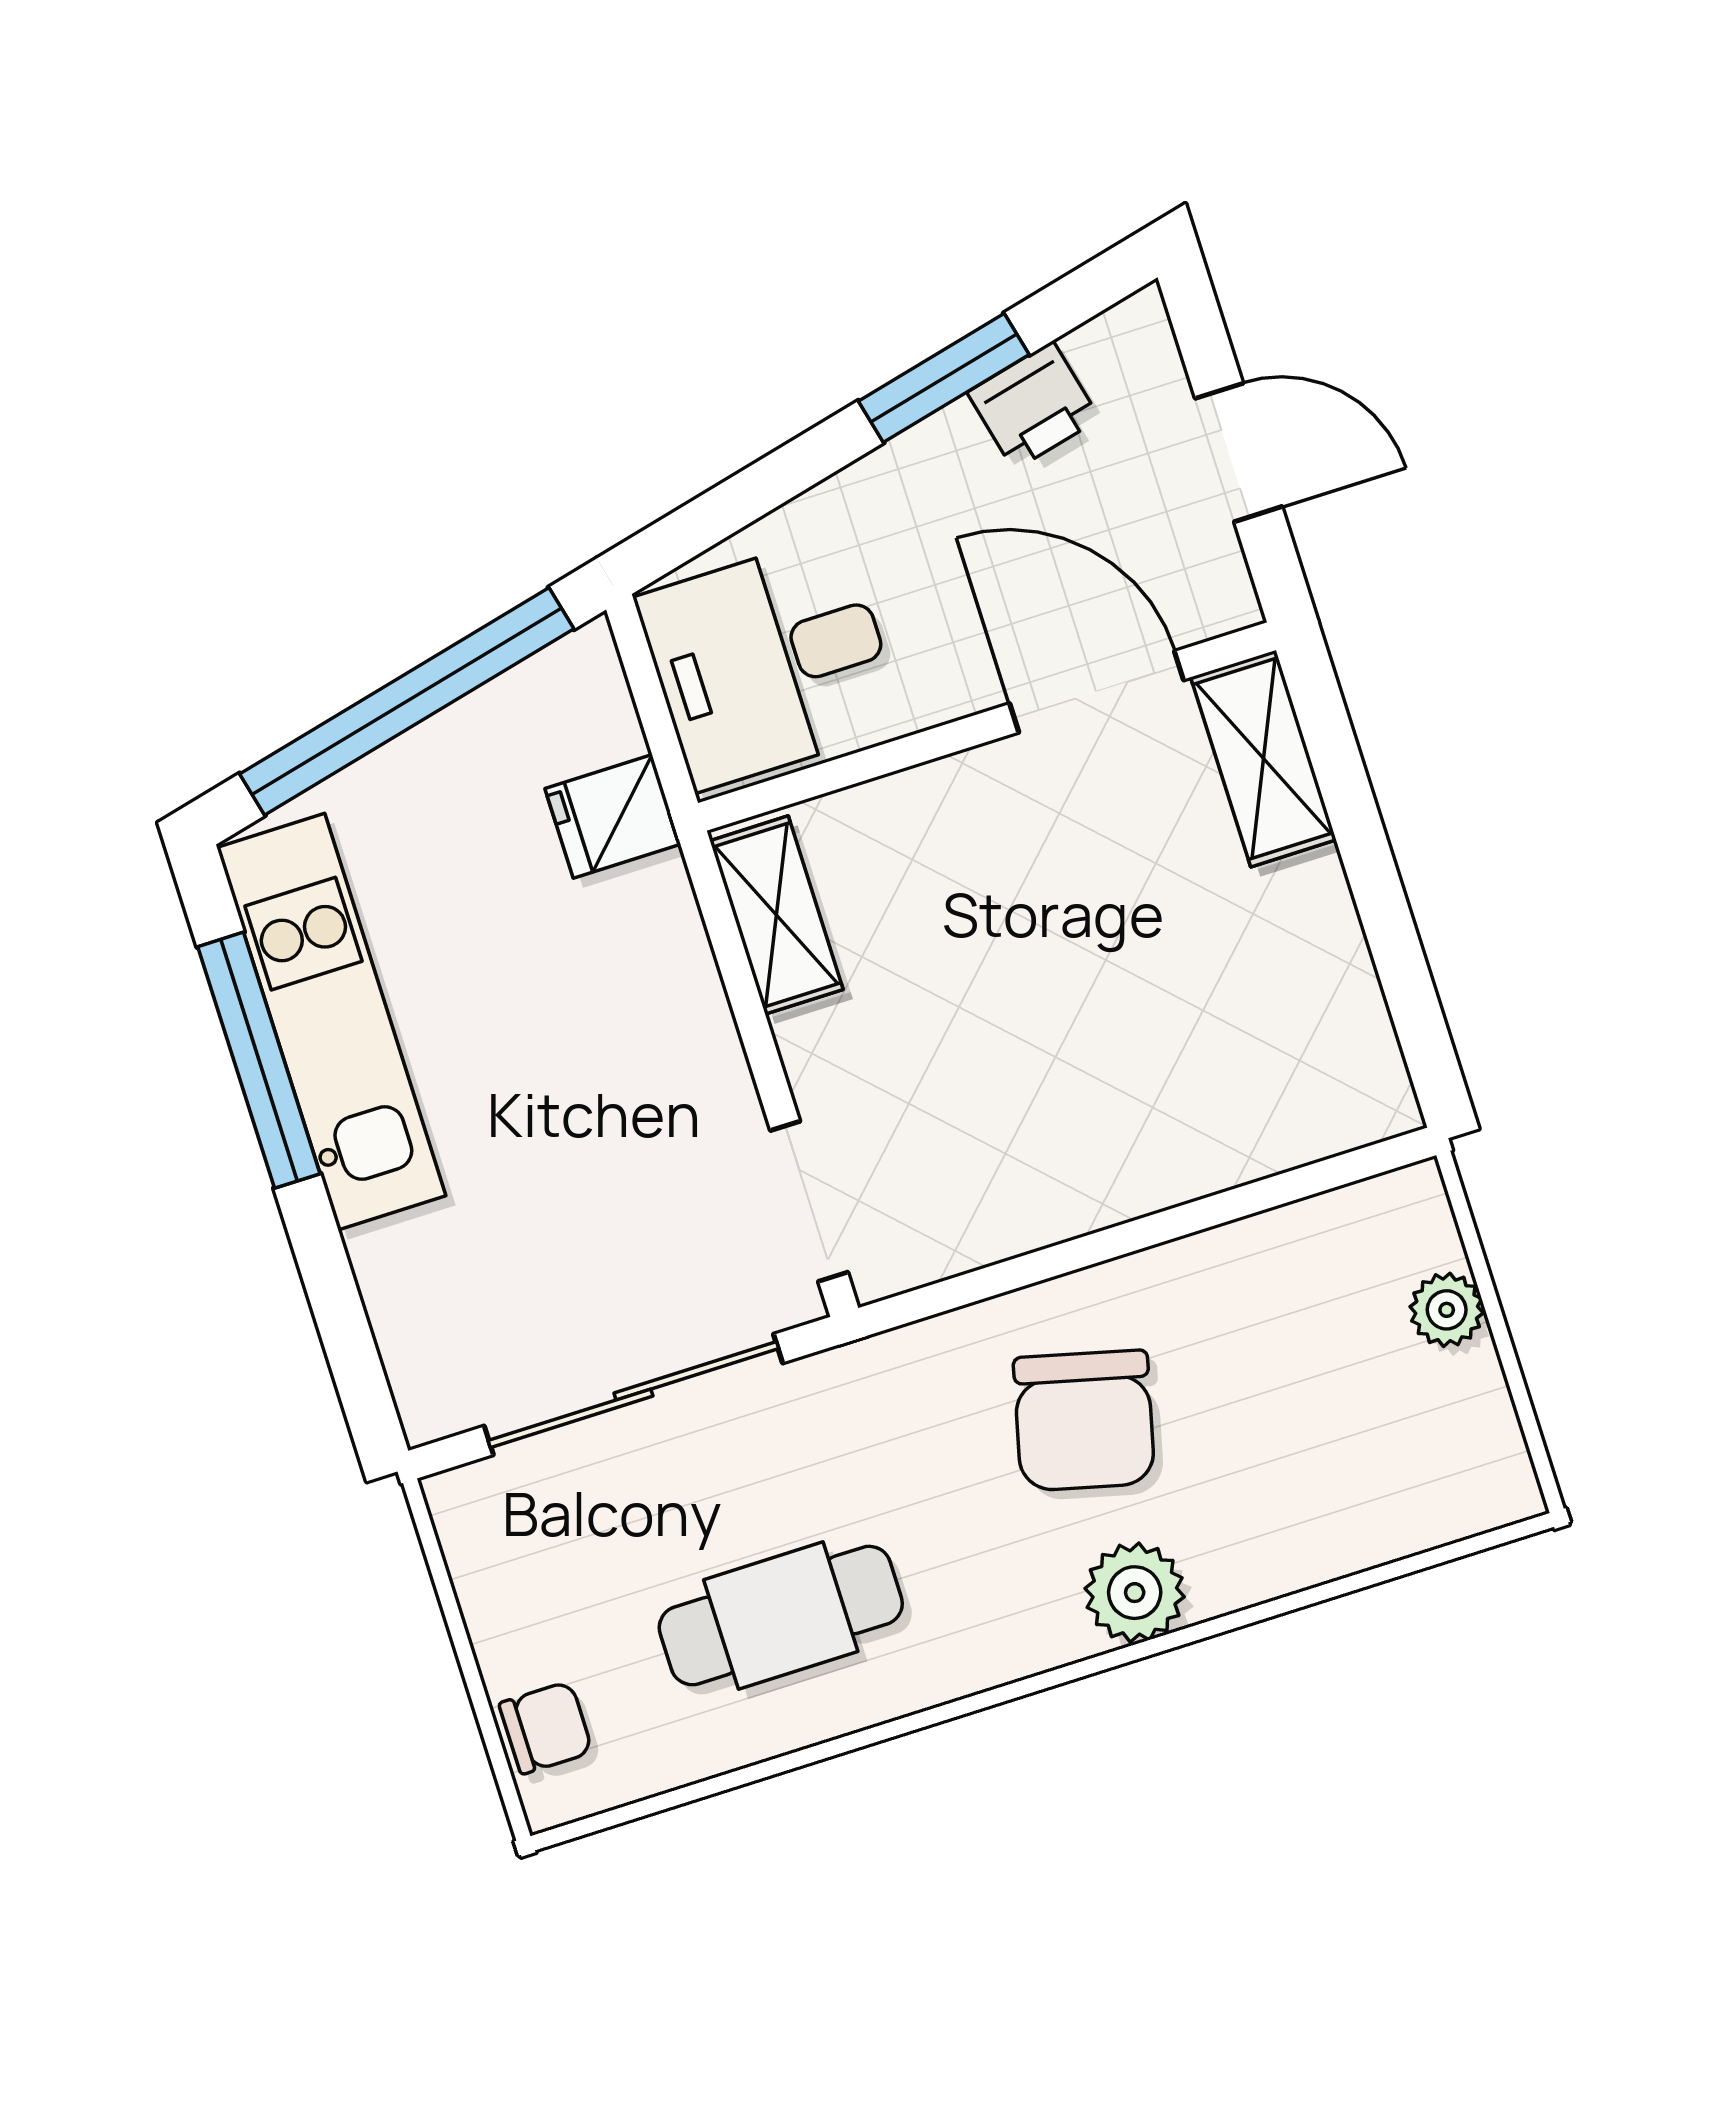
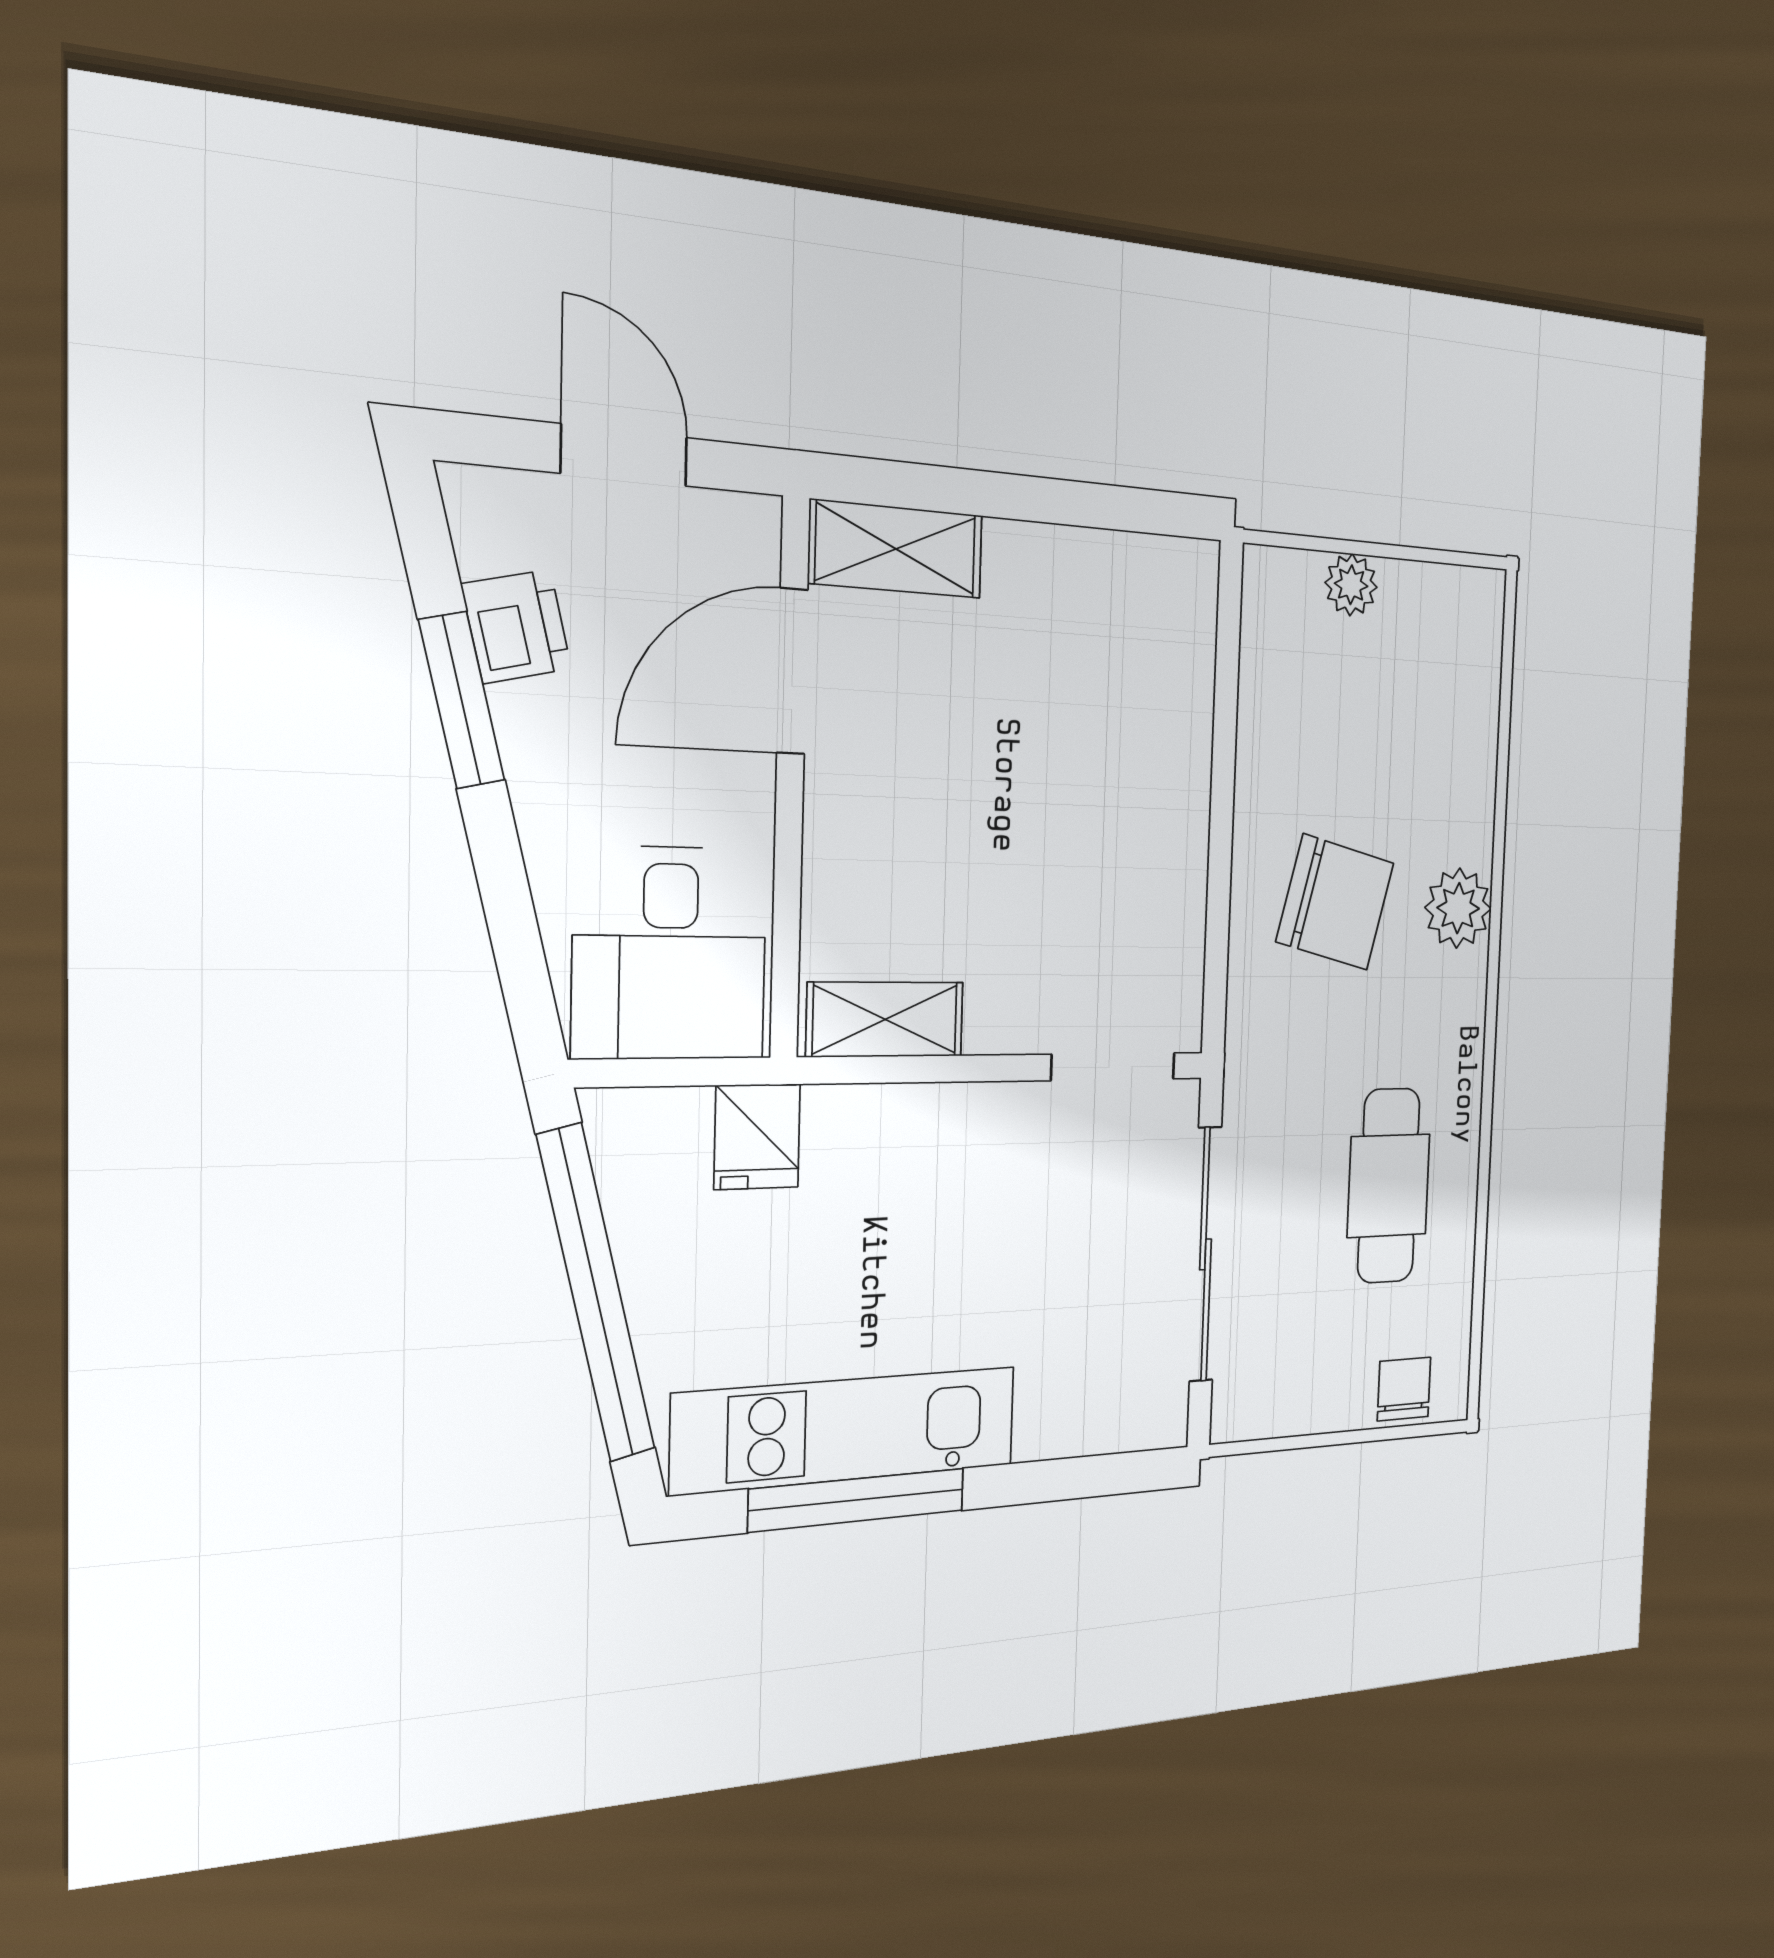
door: (1239, 452) -> (624, 455), hinge flipped

